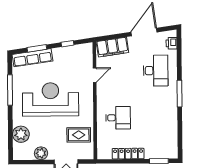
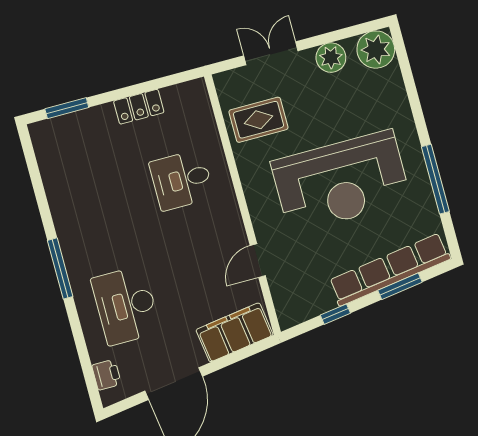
row of seats: (32, 58) -> (390, 270), width x1.36
plant: (21, 134) -> (376, 50), moved
locker: (128, 154) -> (139, 107), width x0.66

